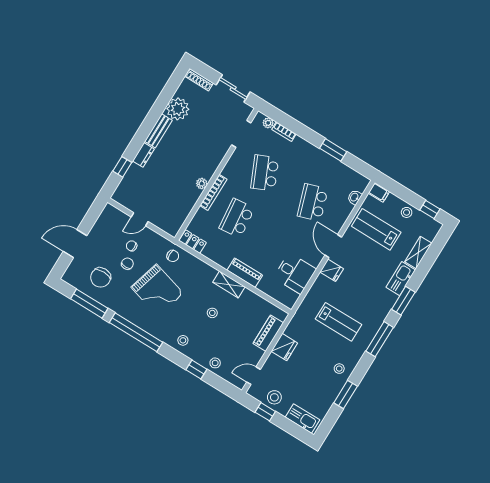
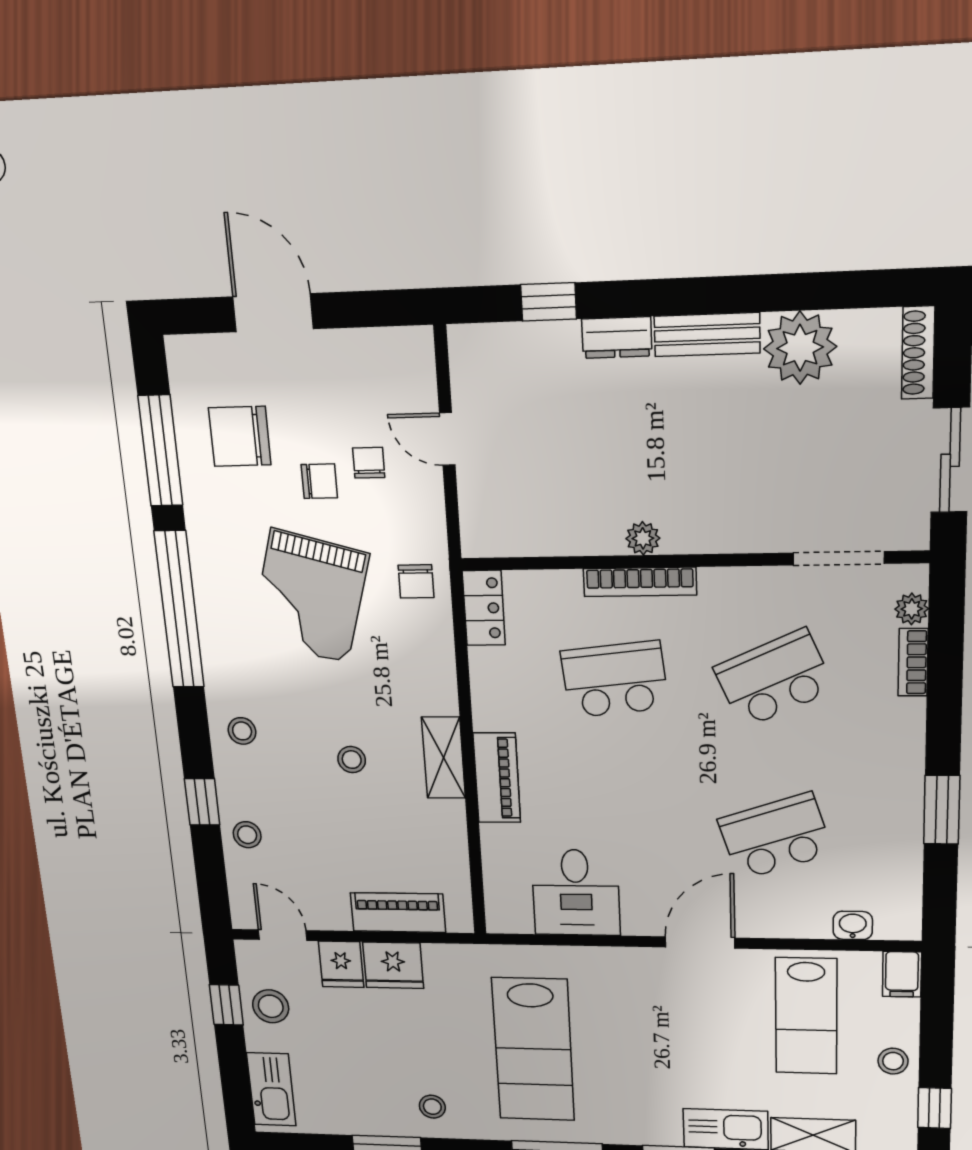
lab bench: (376, 229) -> (806, 1016), turned 180
fridge: (332, 270) -> (341, 964), moved
lab bench: (338, 322) -> (533, 1050), width x1.36, depth x1.39

